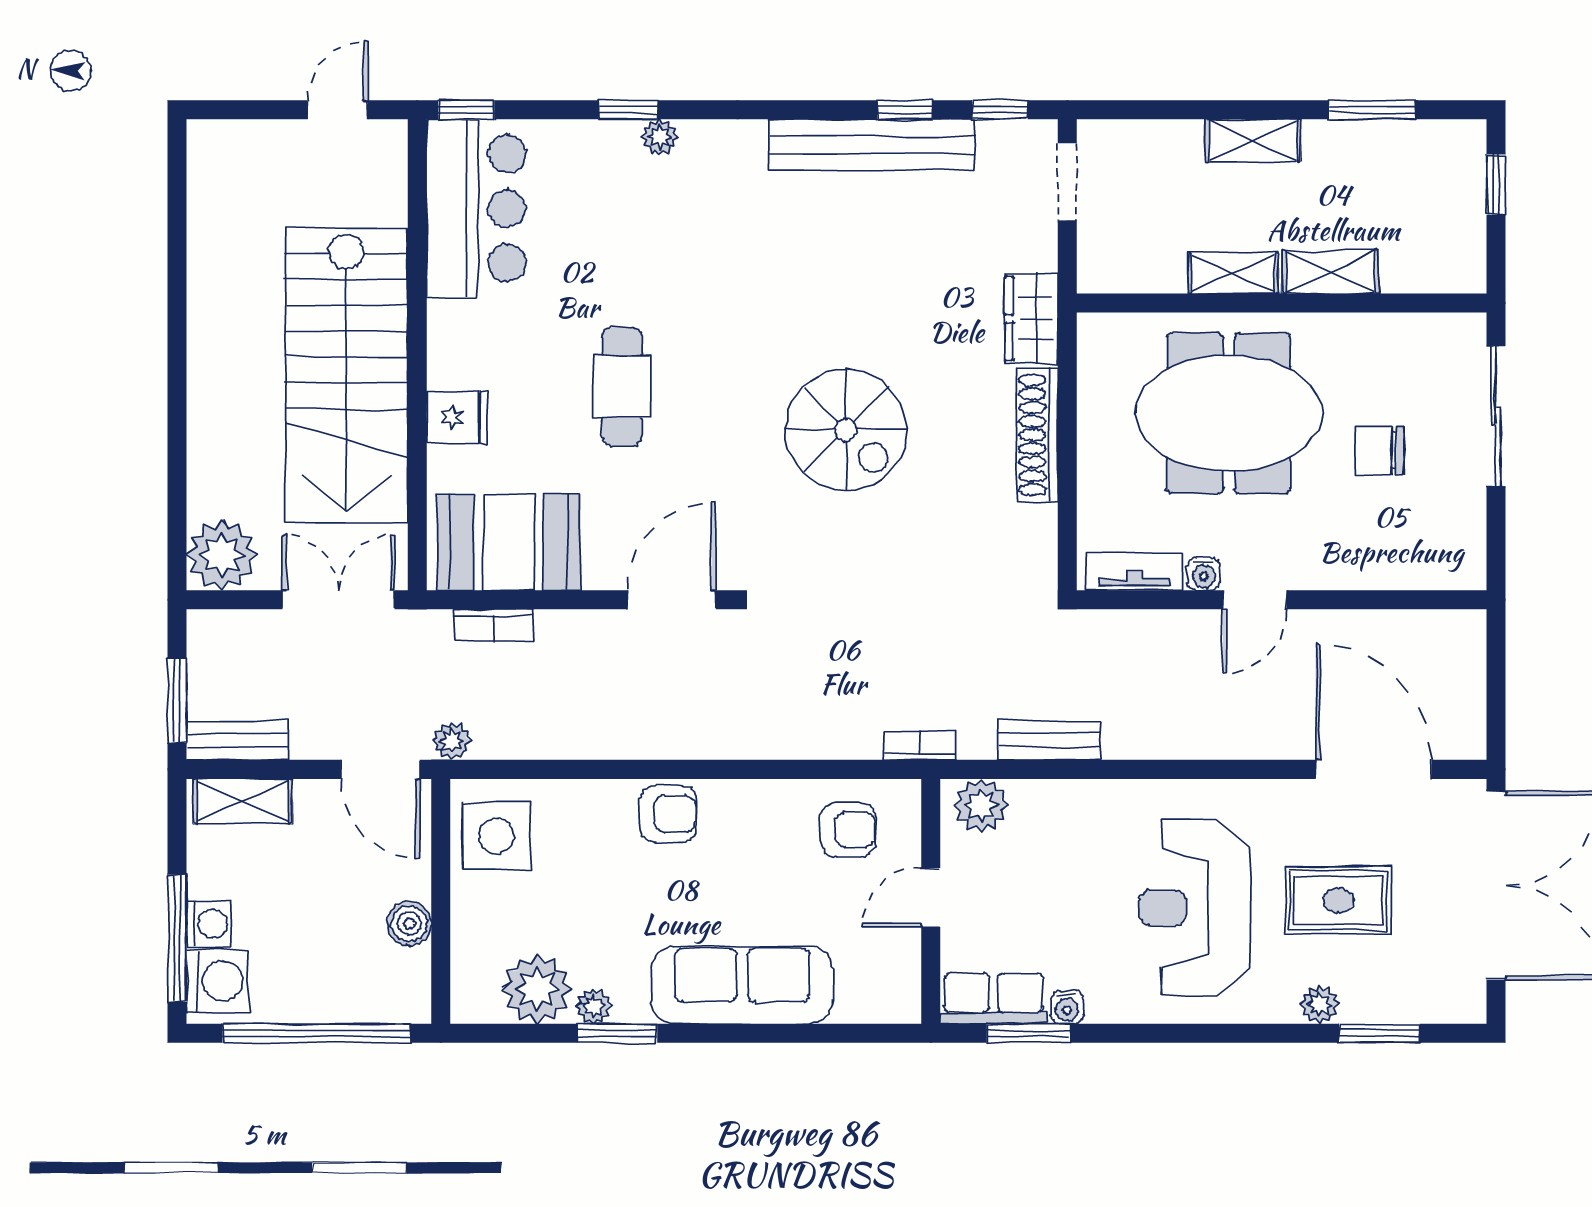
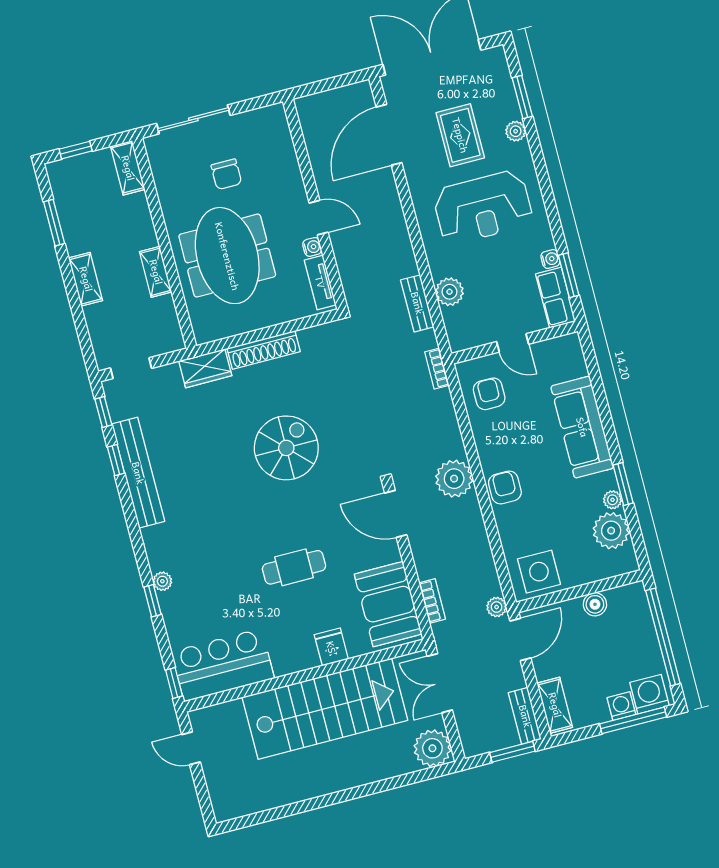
shelving: (1330, 272) -> (128, 168), moved
plant: (709, 724) -> (454, 479), added
plant: (981, 806) -> (449, 292), moved

